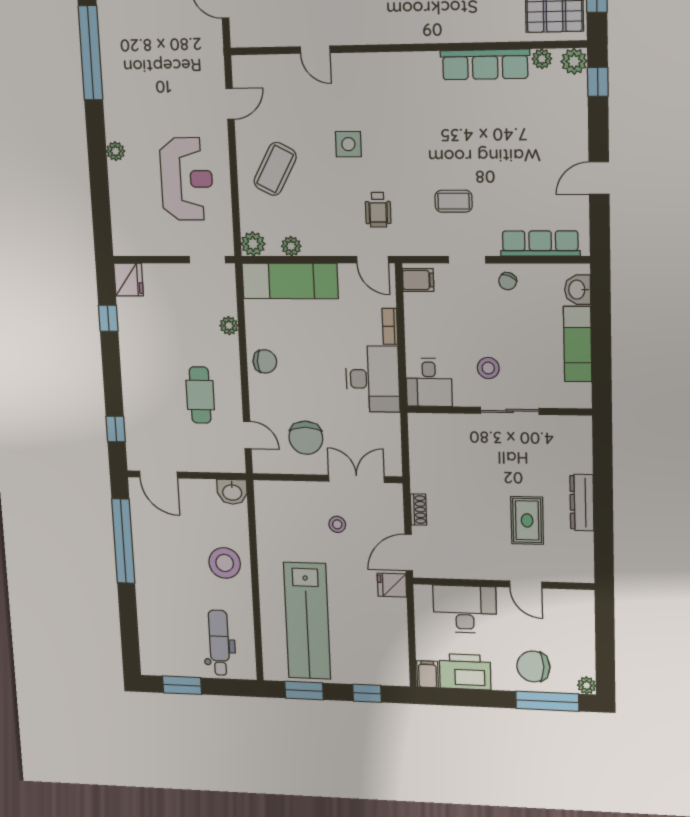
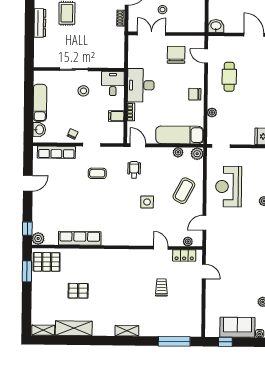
locker: (267, 35) -> (184, 255), added
plant: (542, 59) -> (188, 242), moved
filing cabinet: (418, 280) -> (116, 116), moved
double door: (356, 479) -> (152, 34), swing flipped

